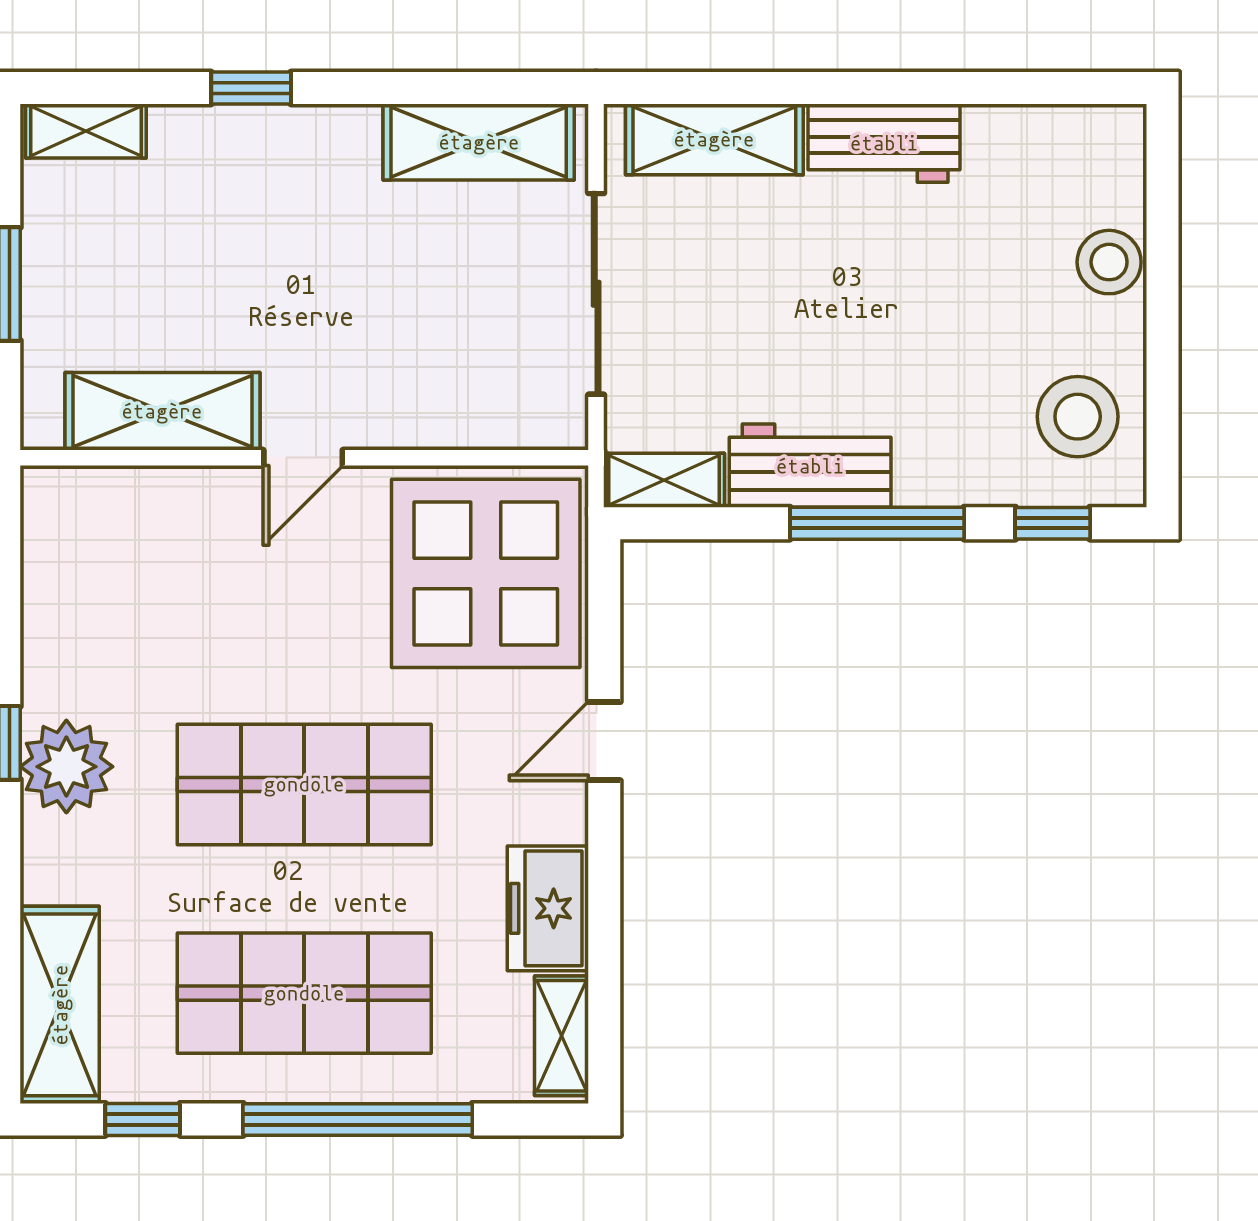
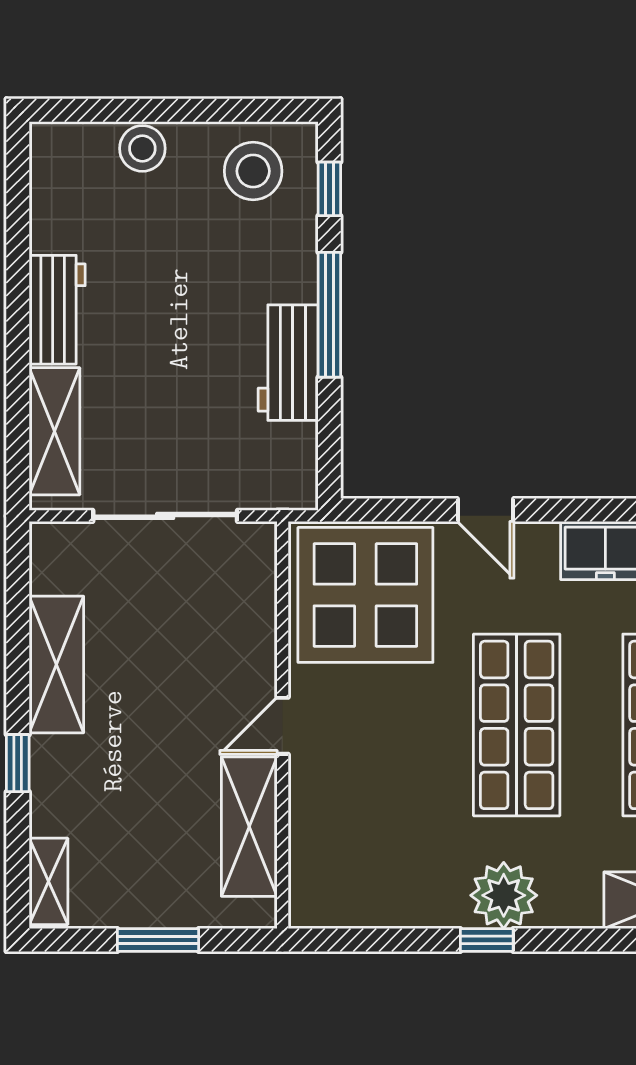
shelving: (479, 142) -> (56, 664), moved
door: (303, 458) -> (283, 726), swing flipped
shelving: (664, 480) -> (299, 467), removed

